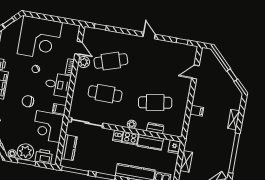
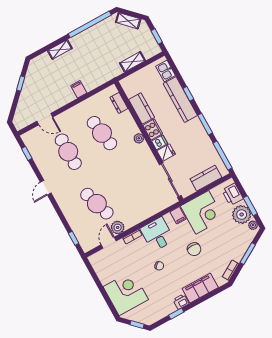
corner desk: (40, 38) -> (126, 293), width x0.74, depth x0.74
cafe table: (105, 94) -> (68, 152), moved
dresser: (155, 128) -> (119, 103), moved
fridge: (174, 147) -> (166, 153), moved

